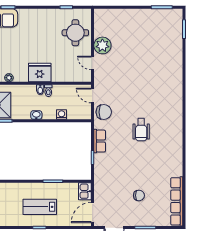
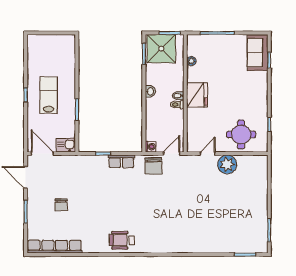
washing machine: (62, 115) -> (151, 147), moved
wheelchair: (141, 130) -> (122, 240), moved

